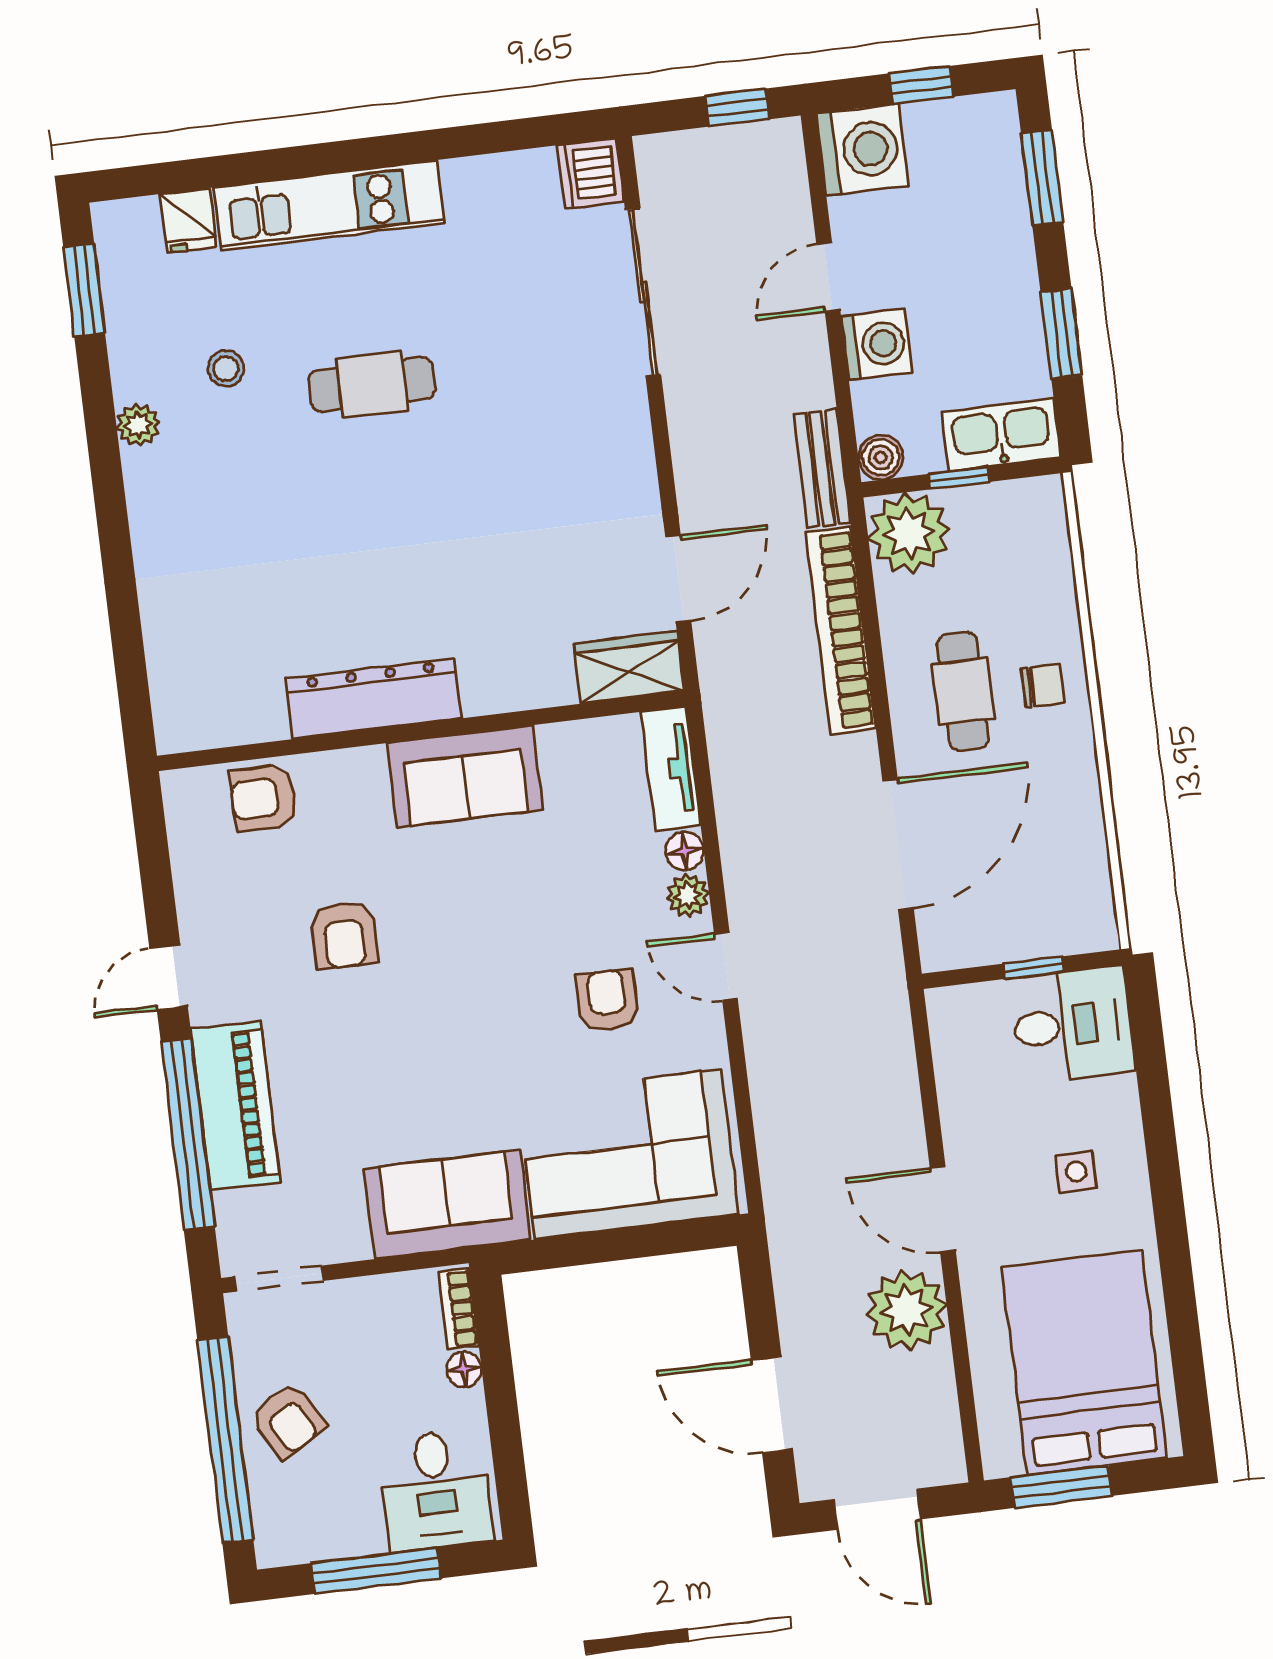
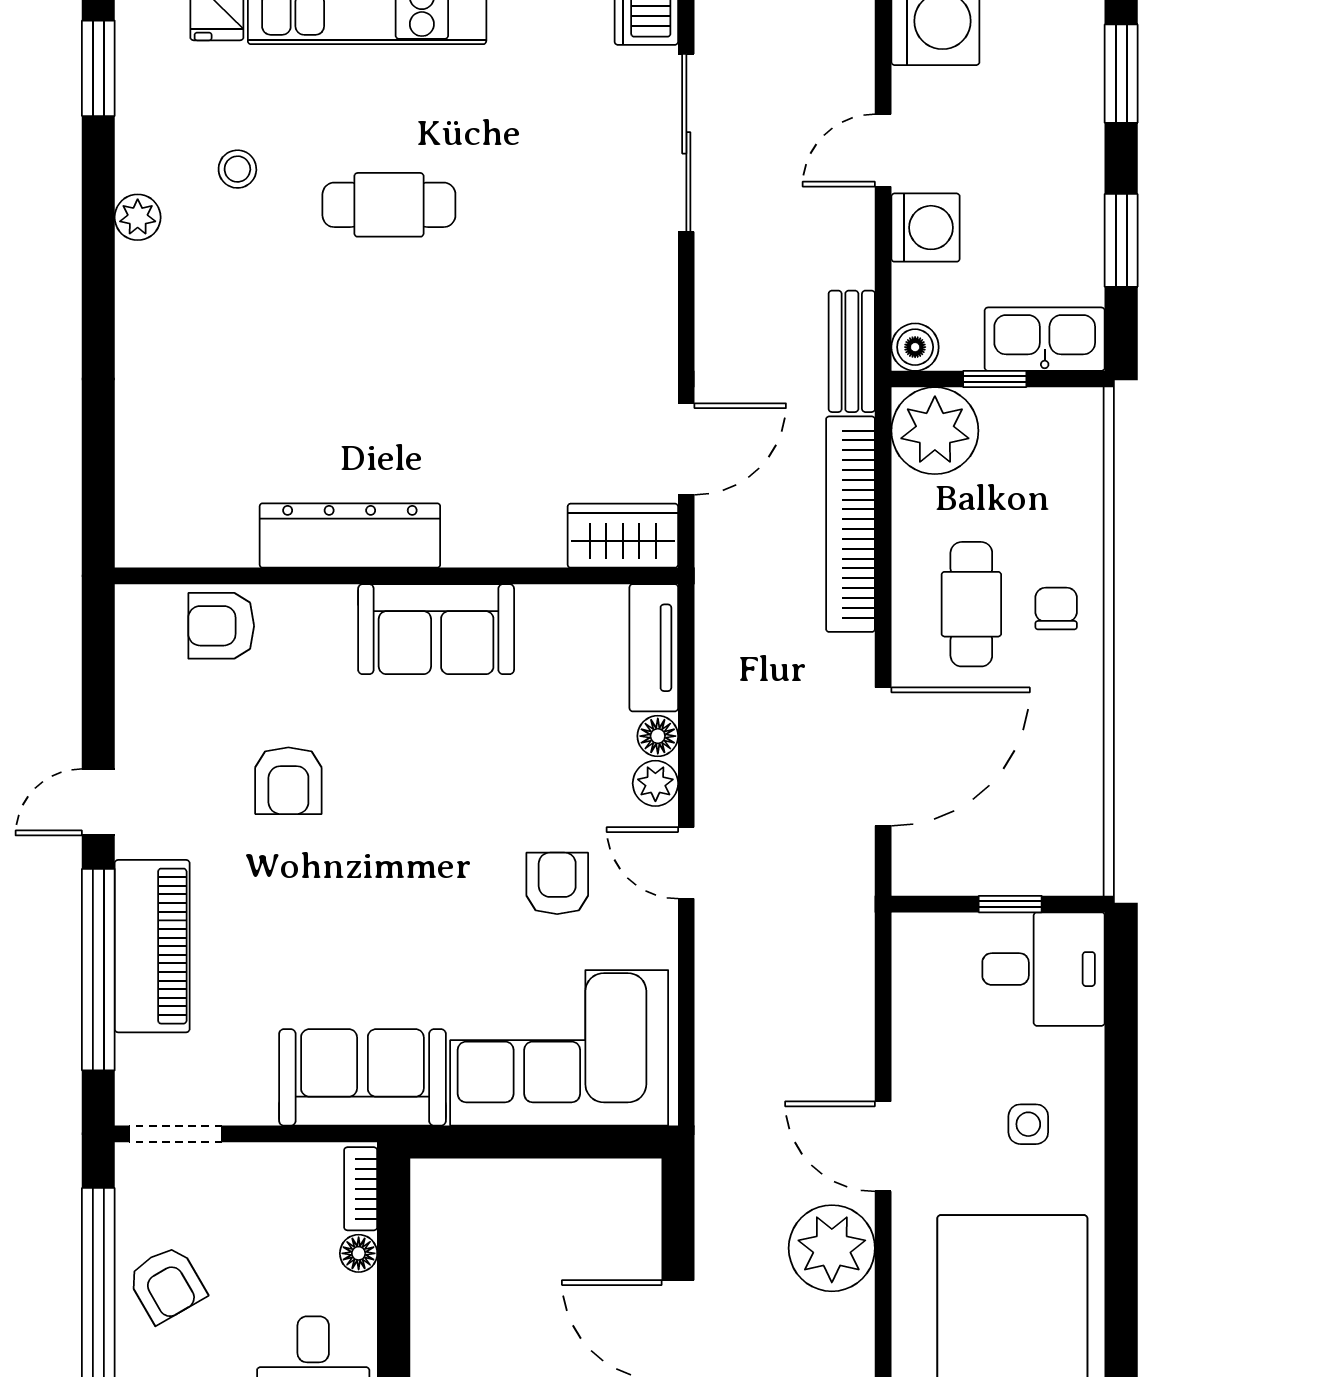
chair: (1043, 686) -> (1056, 609), turned -90

